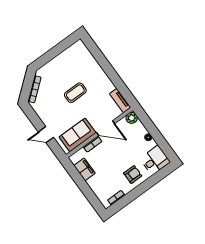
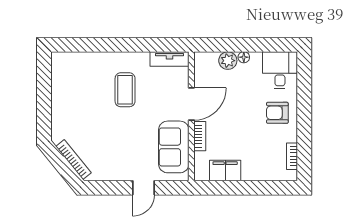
coffee table: (75, 93) -> (125, 90), moved
plant: (132, 118) -> (228, 61), moved
armchair: (133, 175) -> (277, 113), turned -90

